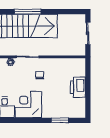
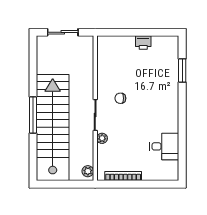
printer: (78, 87) -> (143, 43), width x0.53, depth x0.68
corner desk: (28, 105) -> (161, 114), removed

